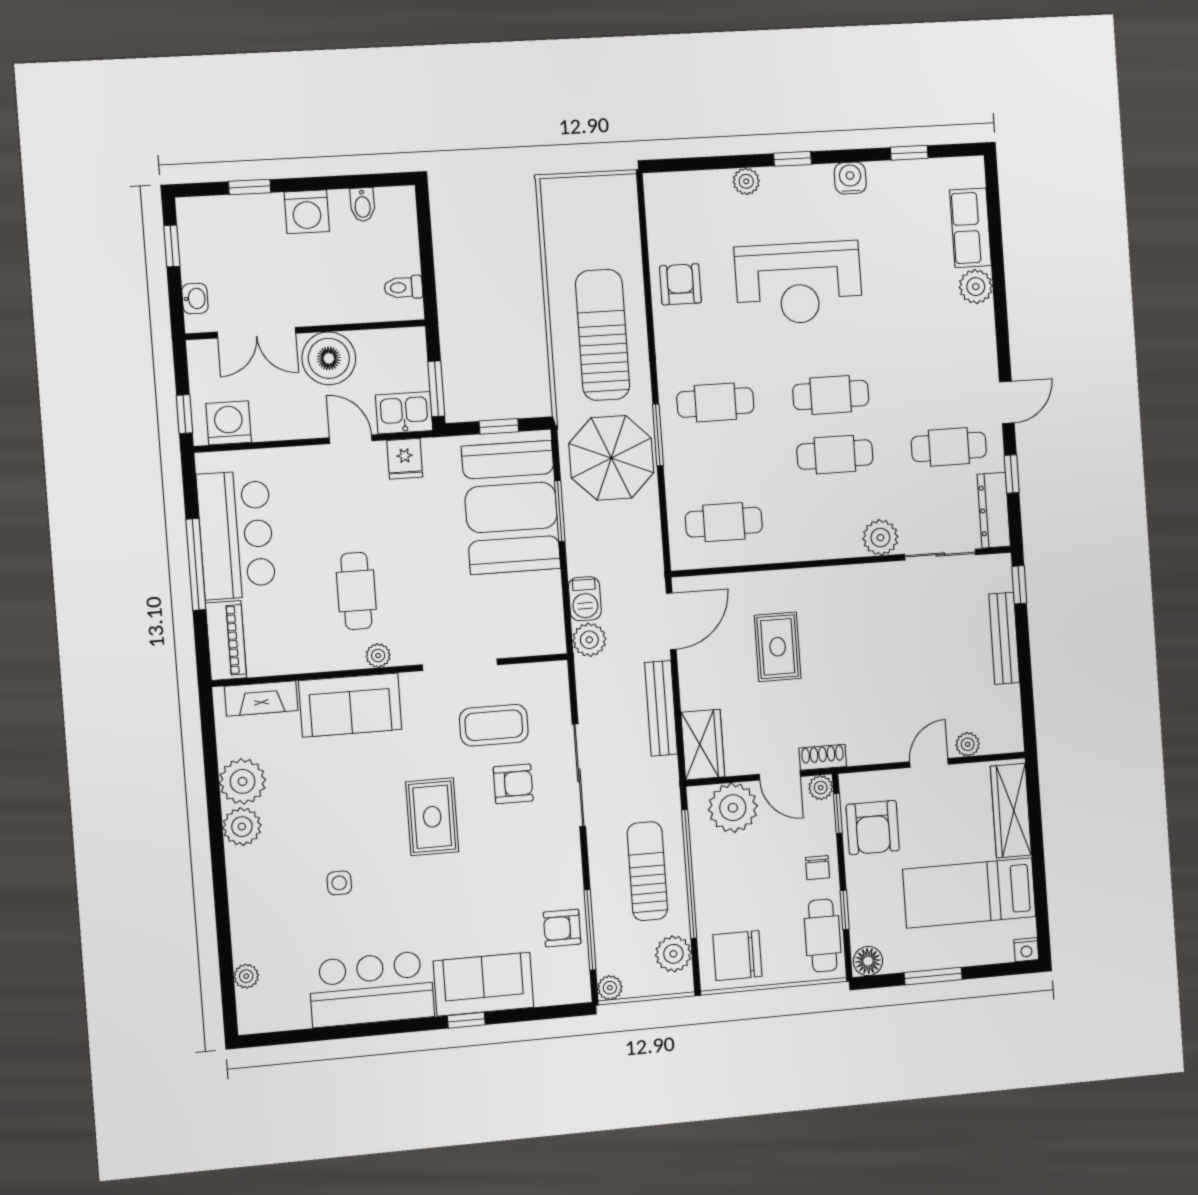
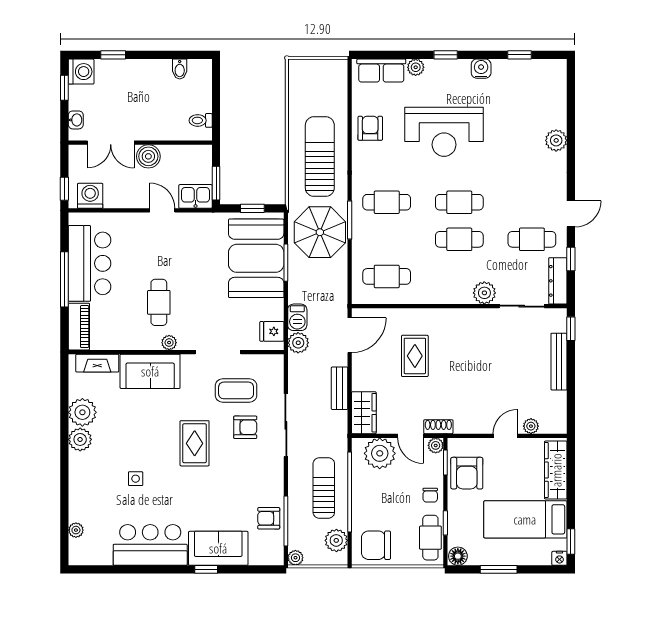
washing machine: (307, 212) -> (81, 72), moved, turned -90
row of seats: (971, 228) -> (381, 71), moved, turned -90
boiler: (329, 358) -> (148, 156), width x0.73, depth x0.73
fridge: (405, 459) -> (272, 331), moved, turned 90
bench: (661, 708) -> (339, 388), width x0.73
window: (1042, 921) -> (571, 541), added

